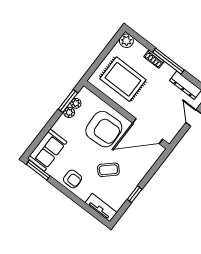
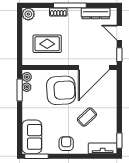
rug: (123, 79) -> (47, 44), width x0.73, depth x0.70
plant: (69, 112) -> (27, 77), moved
window: (179, 137) -> (119, 55), added
armchair: (73, 179) -> (66, 144), turned -90
window: (135, 194) -> (119, 141), moved

